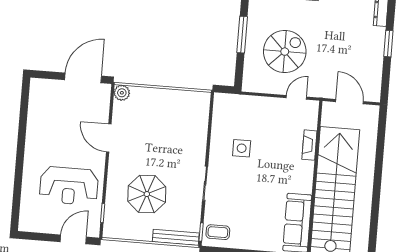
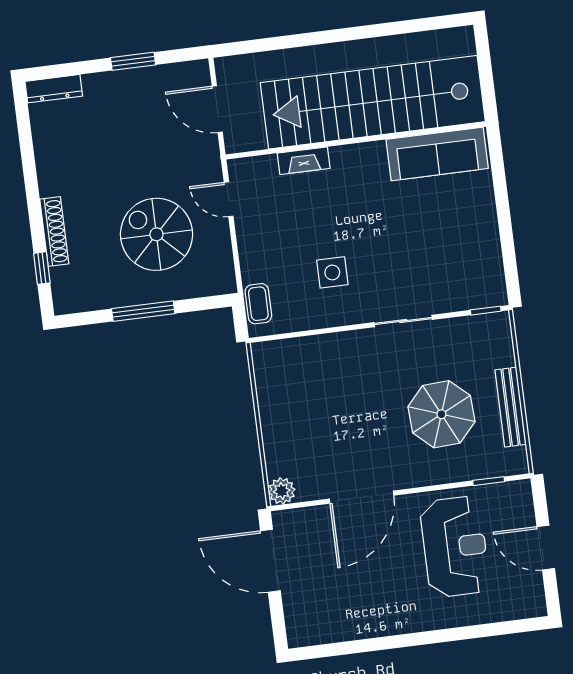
window: (388, 44) -> (133, 61), moved
door: (350, 102) -> (217, 109), hinge flipped
door: (109, 138) -> (362, 497), width x1.36
coffee table: (218, 232) -> (258, 304), moved
bench: (176, 237) -> (511, 407), moved
door: (73, 239) -> (546, 548), moved

